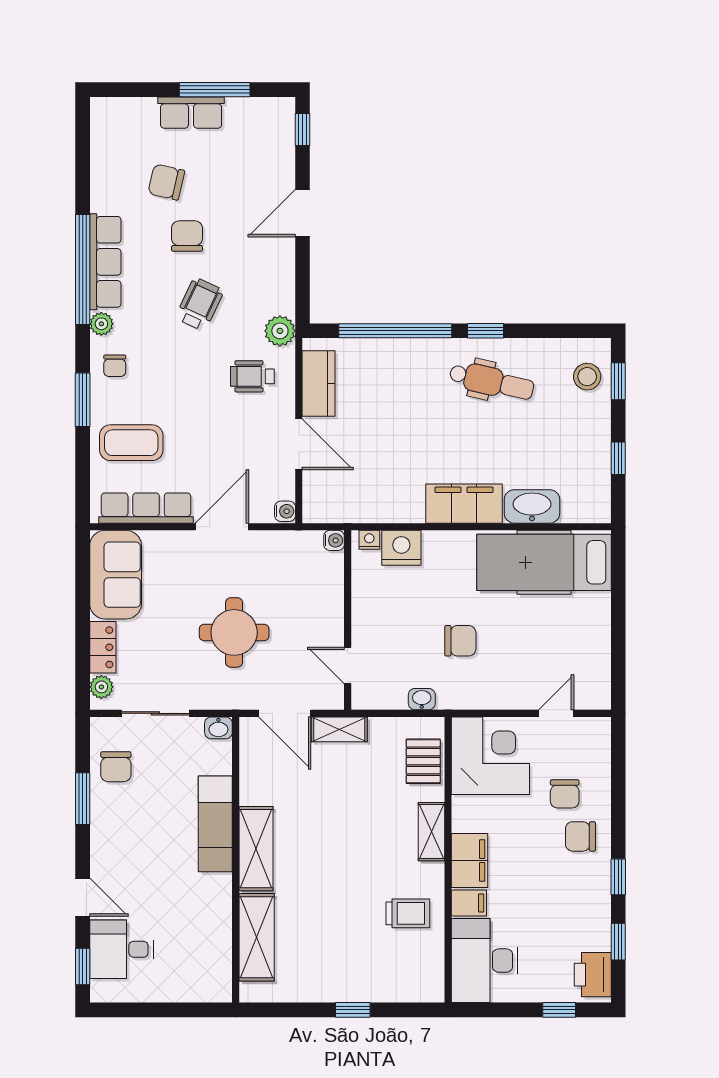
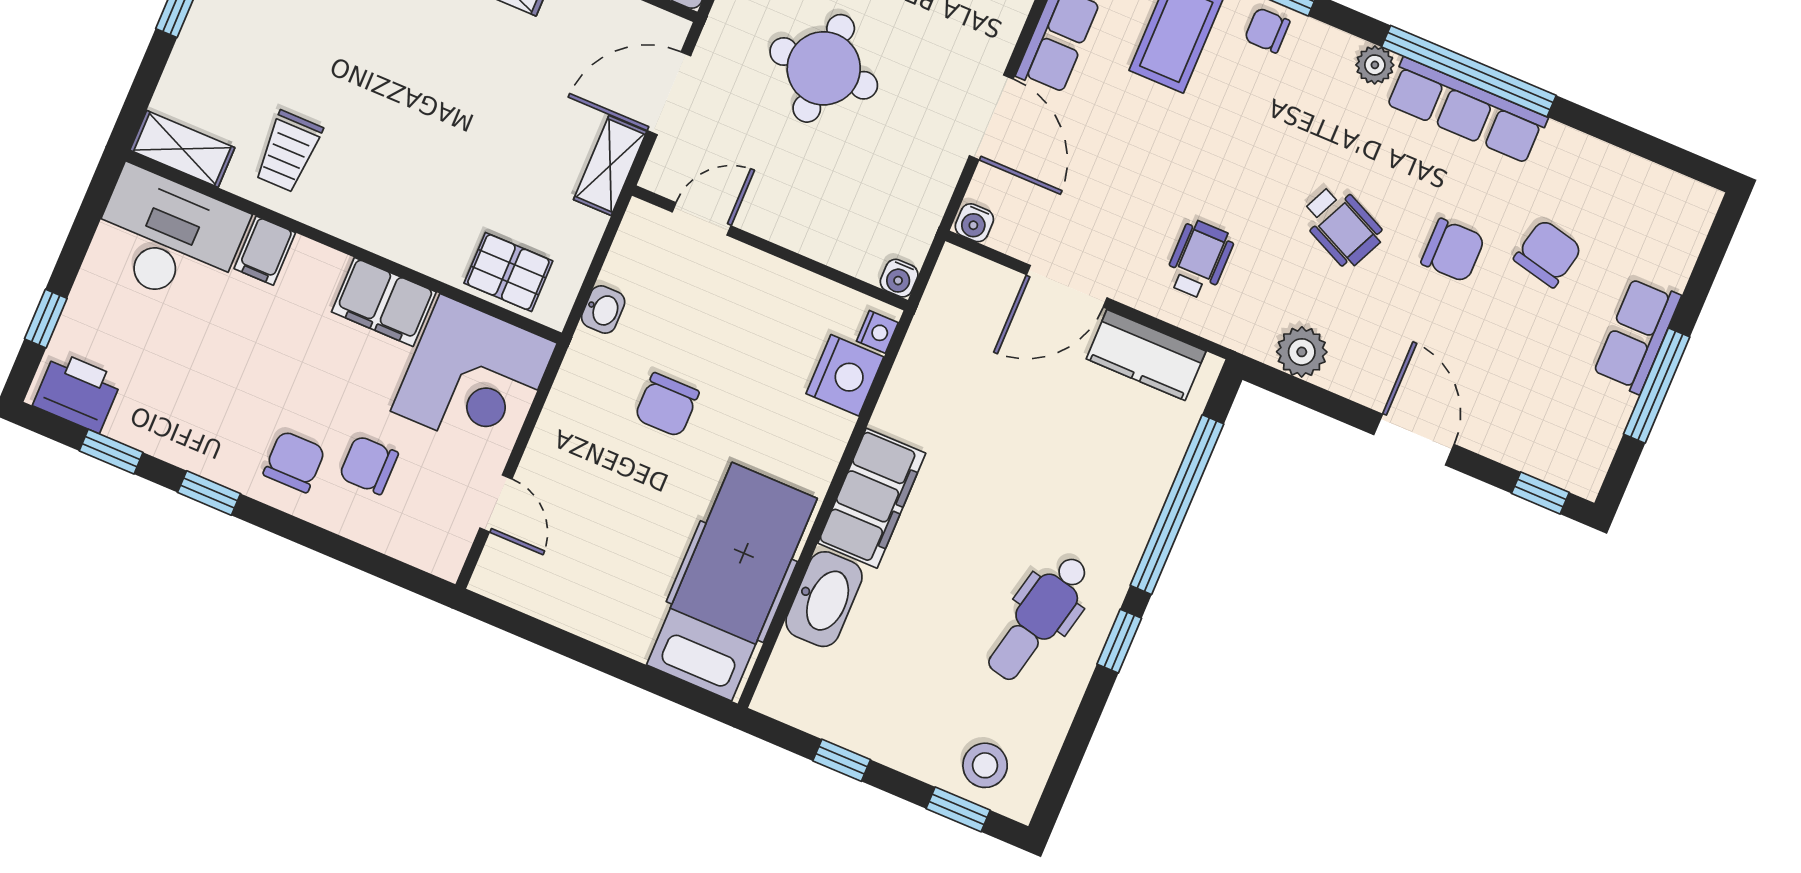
plant: (280, 331) -> (1302, 352), moved
chair: (115, 366) -> (1267, 30), moved
shelving: (431, 832) -> (182, 149), moved
filing cabinet: (470, 861) -> (384, 302), moved

